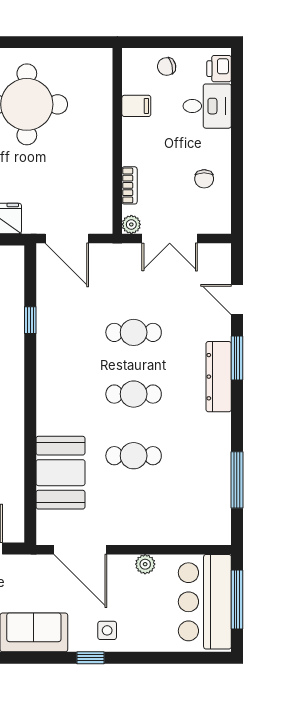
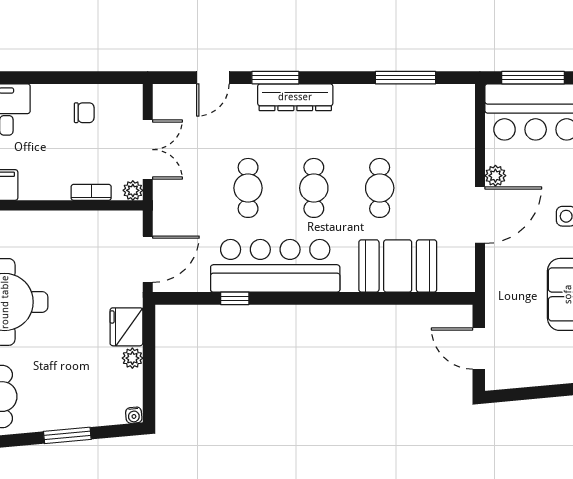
bar counter: (61, 358) -> (275, 266), added
door: (80, 550) -> (480, 215), moved

